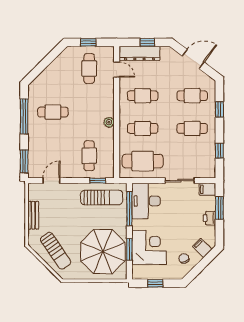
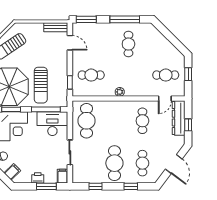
cafe table: (143, 128) -> (114, 121), removed
cafe table: (192, 128) -> (114, 163), width x1.37, depth x1.35
sun lounger: (102, 197) -> (41, 85), moved
bench: (33, 215) -> (56, 27), moved

